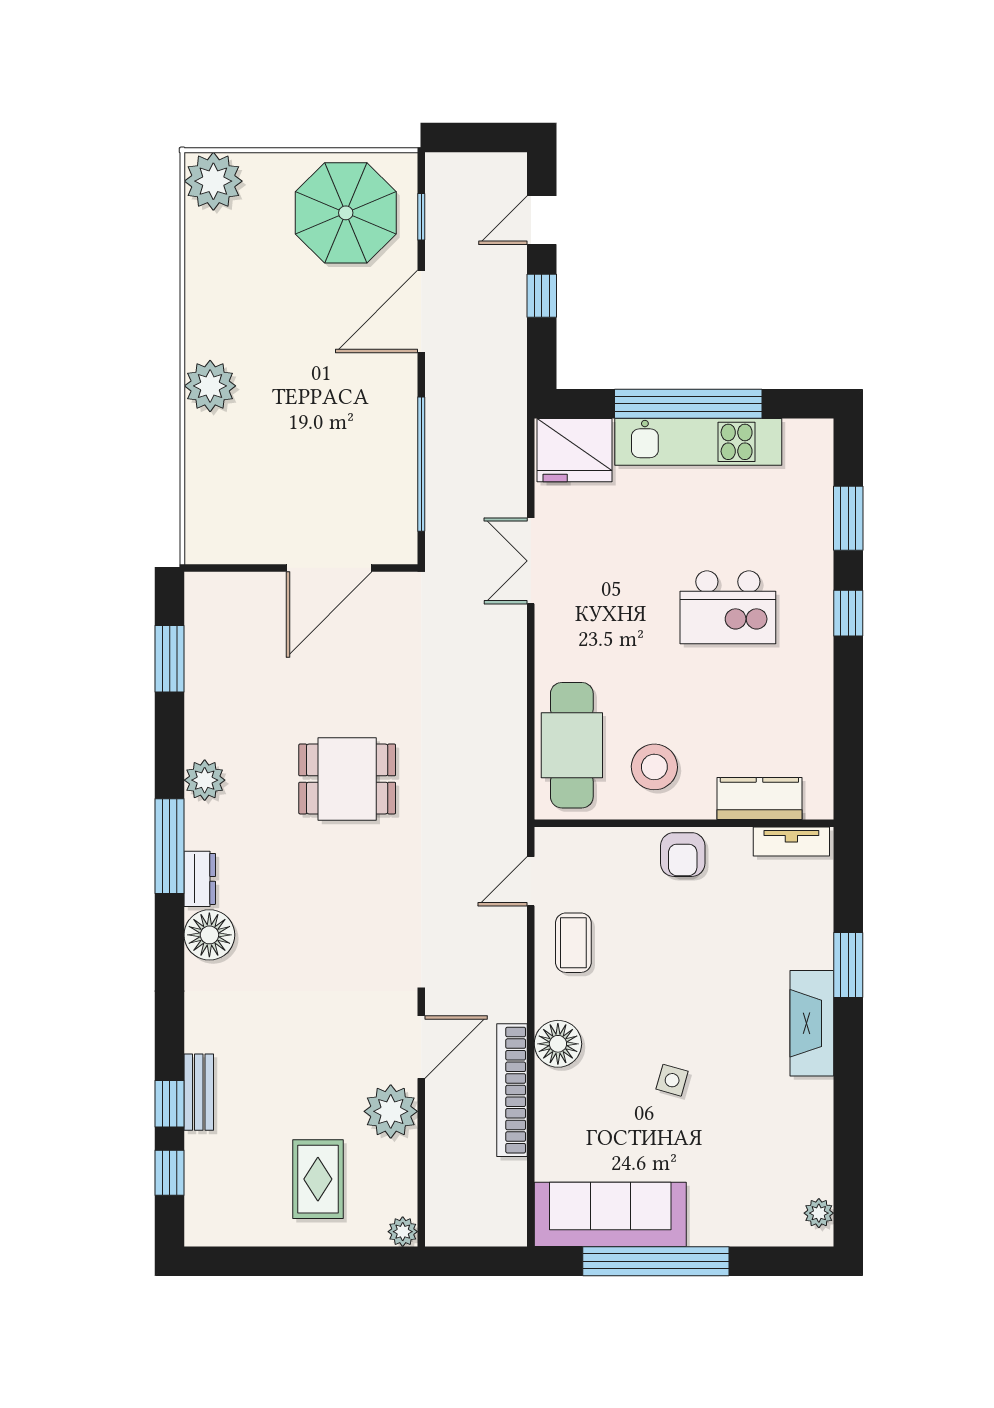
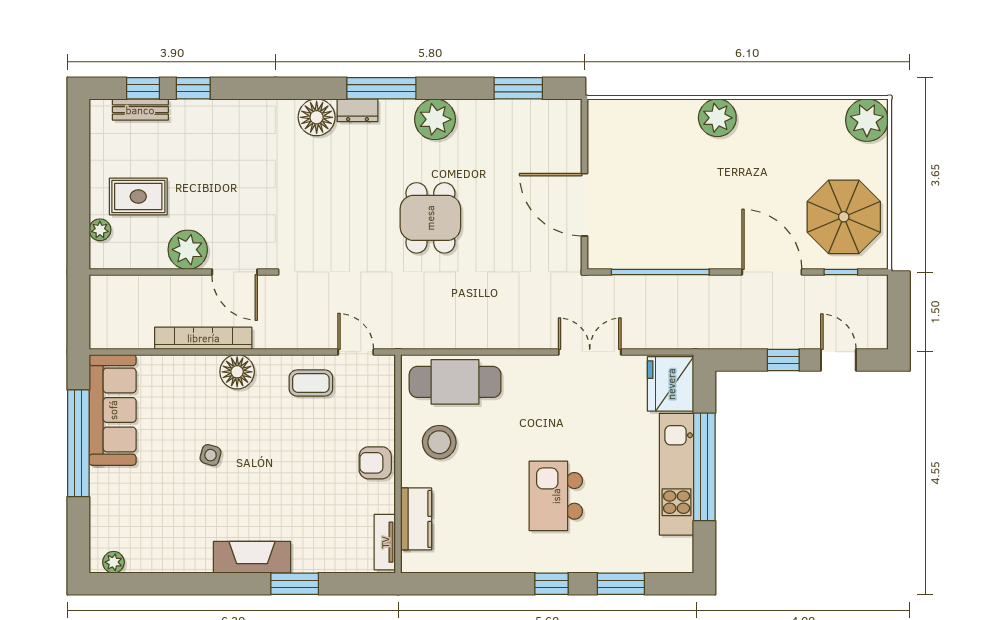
plant: (205, 780) -> (435, 119), width x1.36, depth x1.36
bench: (199, 1092) -> (140, 110), moved
plant: (403, 1232) -> (100, 230), moved

